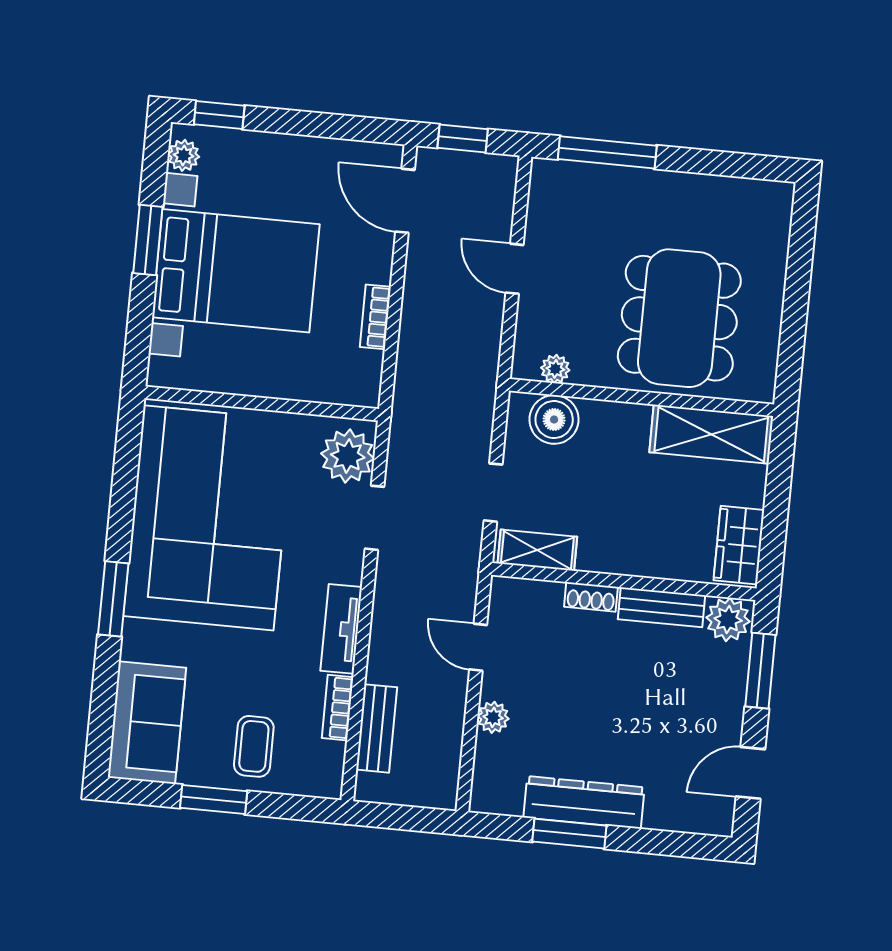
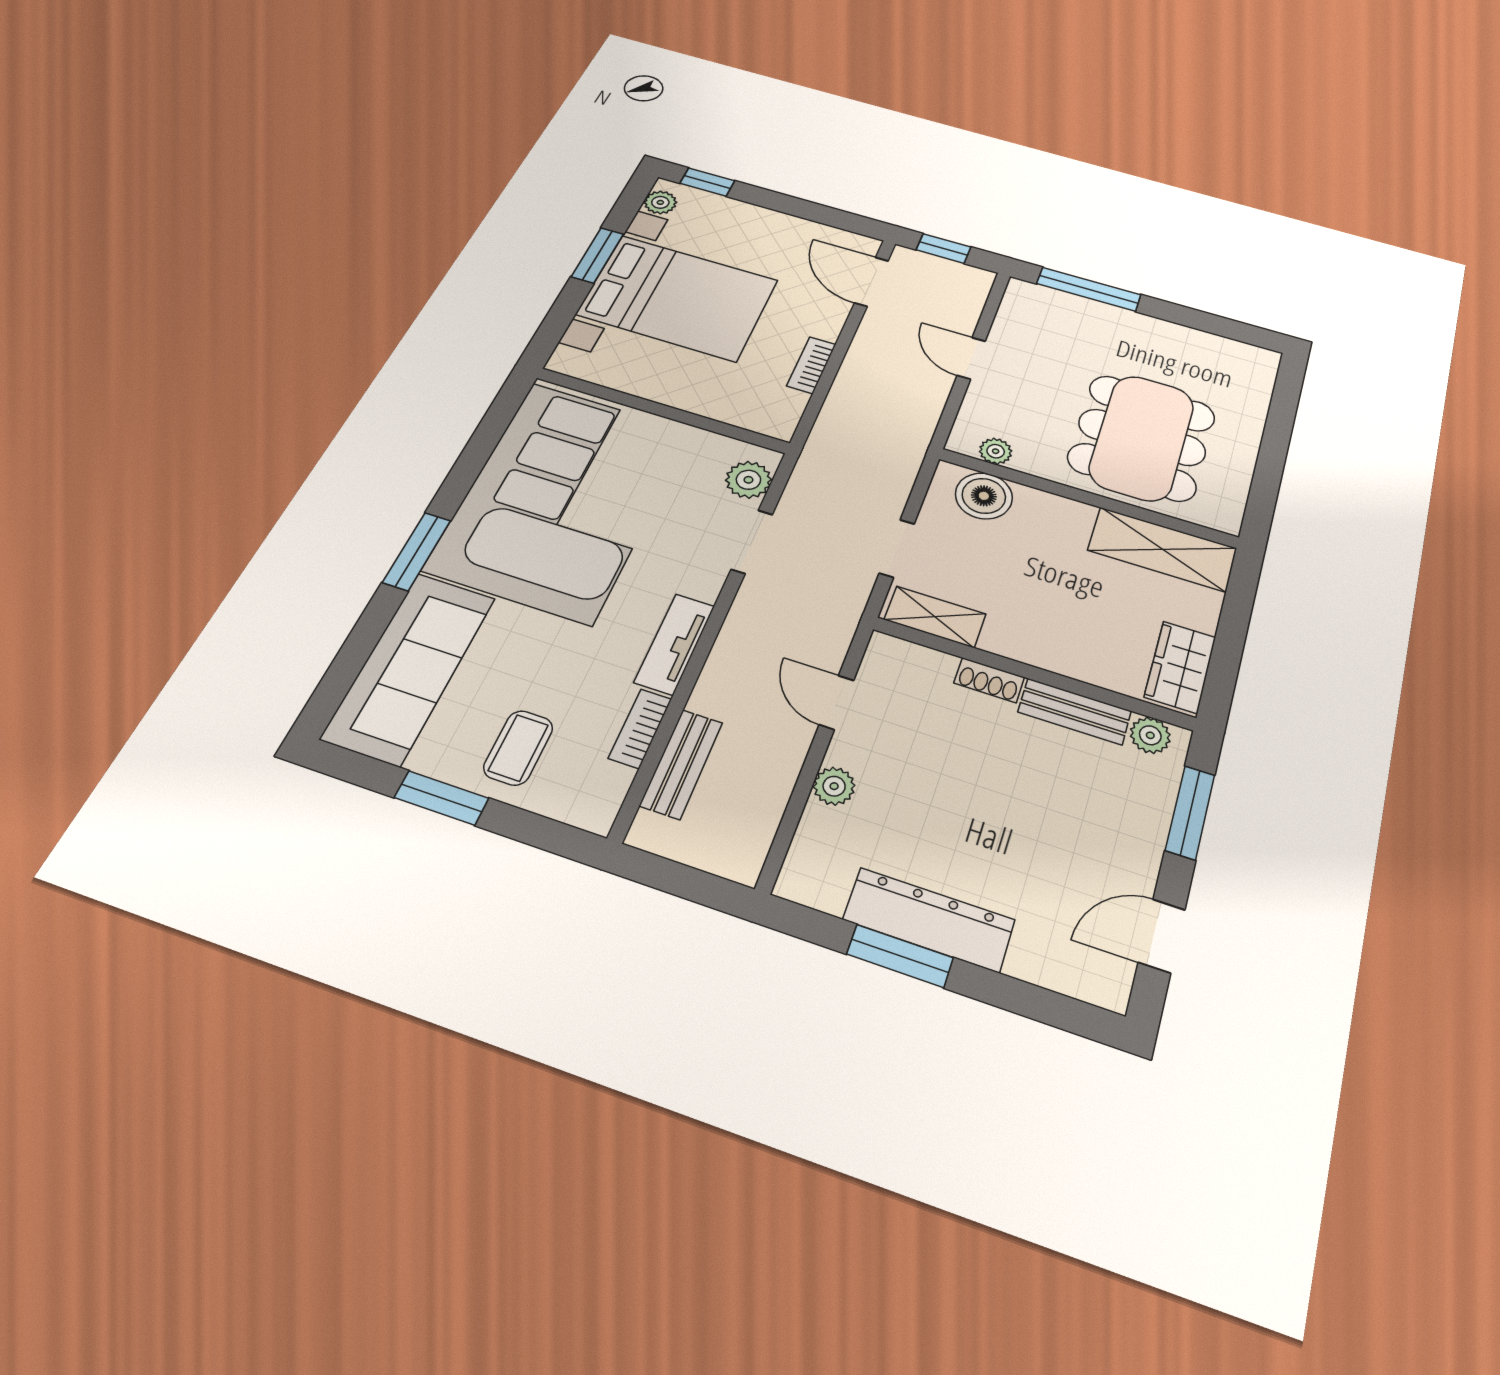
plant: (348, 456) -> (748, 480), width x0.73, depth x0.73
plant: (728, 619) -> (1150, 735), width x0.73, depth x0.73
sofa: (147, 723) -> (410, 667), width x1.36

